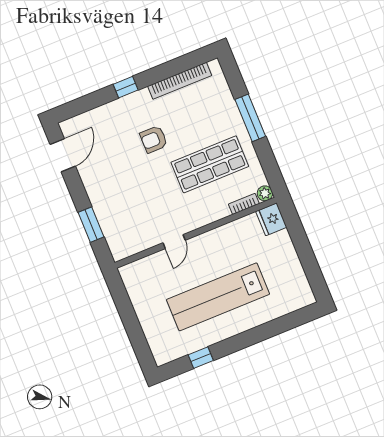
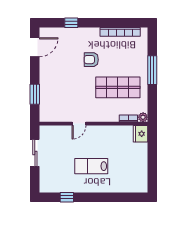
window: (126, 87) -> (71, 23), moved
lab bench: (218, 297) -> (91, 166), width x0.54, depth x0.72
sliding door: (126, 311) -> (35, 153), added

